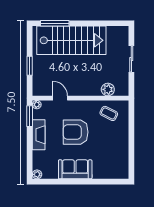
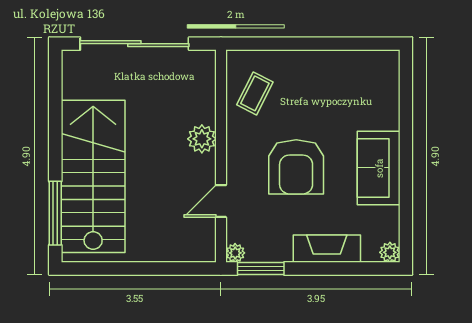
sliding door: (131, 59) -> (134, 44), width x1.86
window: (30, 66) -> (149, 268), removed
plant: (108, 89) -> (202, 139), moved
fireplace: (39, 135) -> (327, 249), moved

